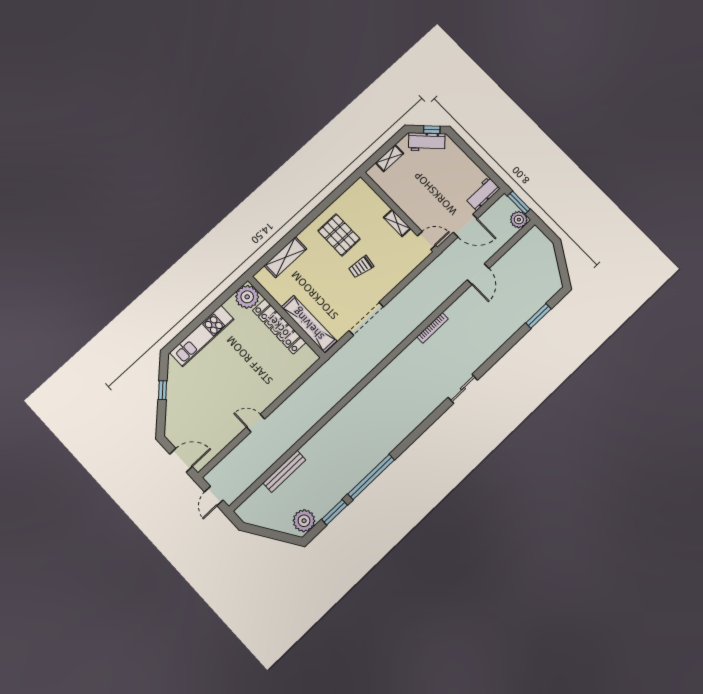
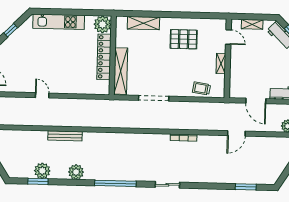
pallet: (339, 235) -> (184, 39), turned 90
door: (427, 241) -> (228, 37), moved
trolley: (361, 267) -> (201, 88), moved
plant: (363, 465) -> (76, 172), added
bench: (284, 471) -> (65, 136), moved
window: (371, 477) -> (115, 183), moved
plant: (304, 521) -> (42, 171), moved

